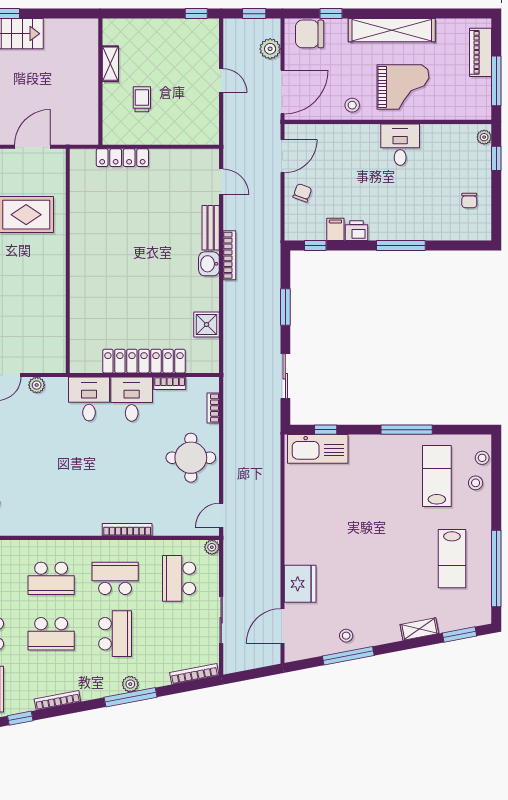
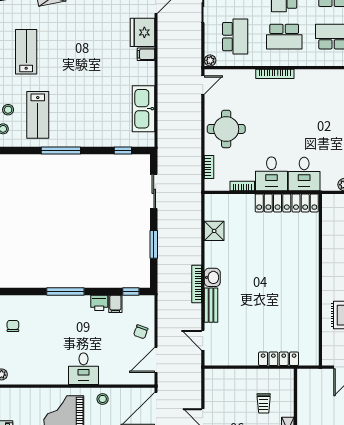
desk: (400, 145) -> (83, 369), moved
locker: (144, 361) -> (287, 203), moved
kitchen sink: (318, 449) -> (143, 109), moved, turned -90
filing cabinet: (296, 555) -> (146, 54), added

